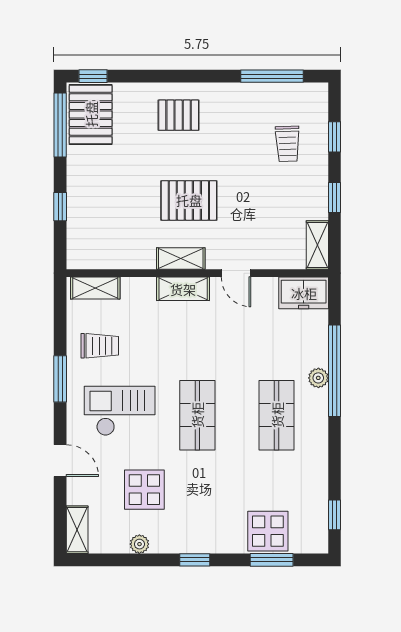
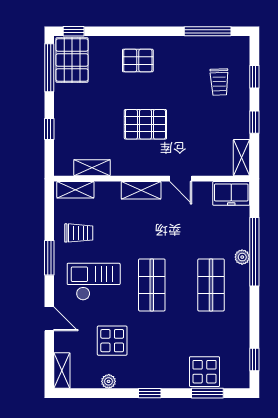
shelving: (181, 258) -> (92, 168), moved

